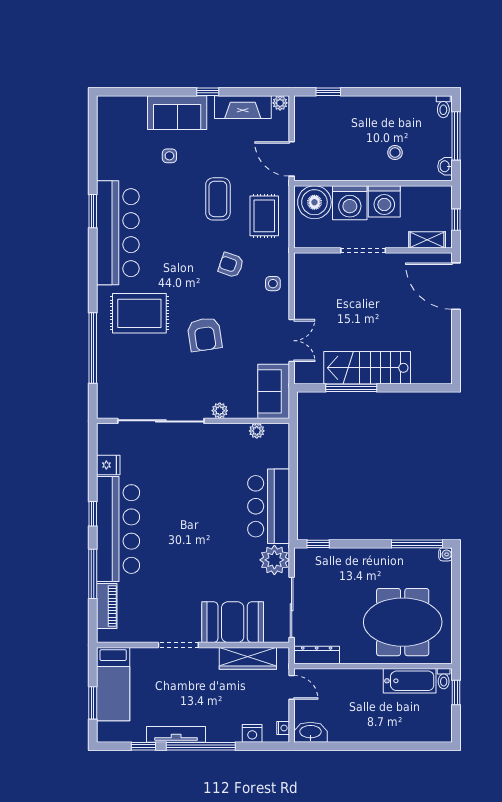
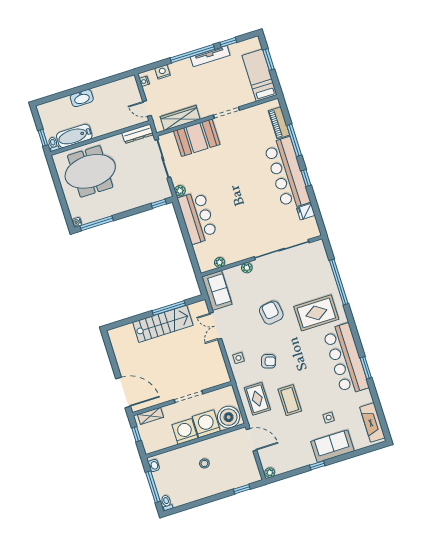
fireplace: (243, 107) -> (372, 422), moved, turned -90
stool: (395, 153) -> (204, 463), moved
plant: (274, 560) -> (180, 191), width x0.53, depth x0.53
washbasin: (310, 732) -> (82, 98), moved

